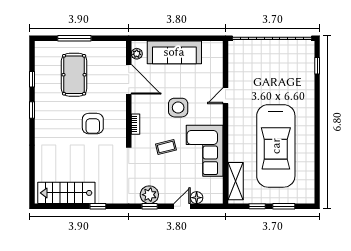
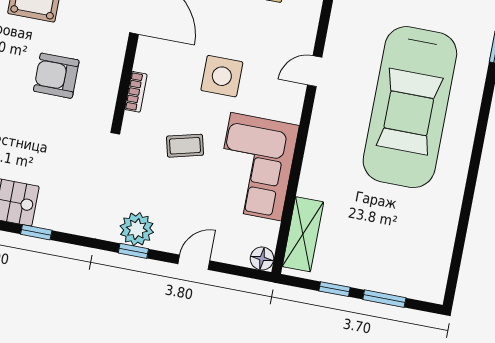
armchair: (93, 124) -> (56, 76), turned 90
car: (276, 146) -> (410, 107), moved
floor lamp: (197, 198) -> (262, 259), moved

